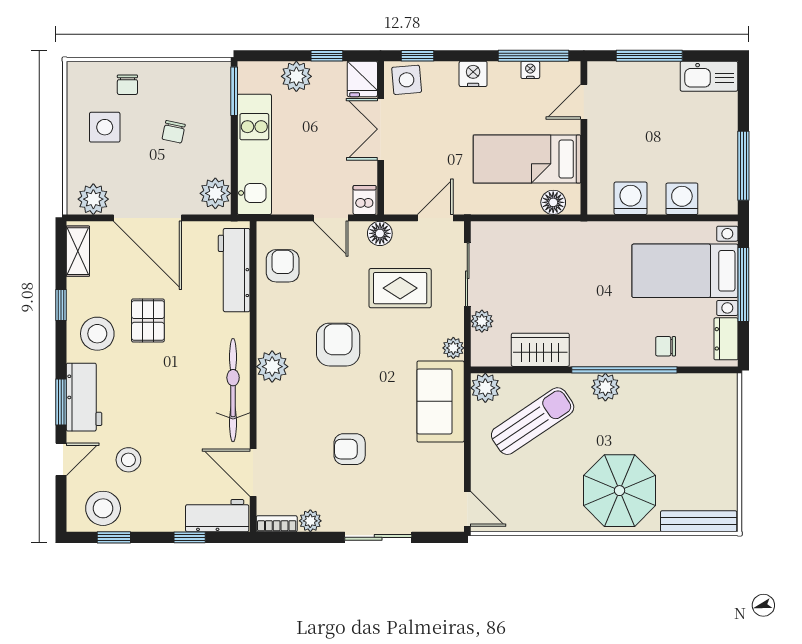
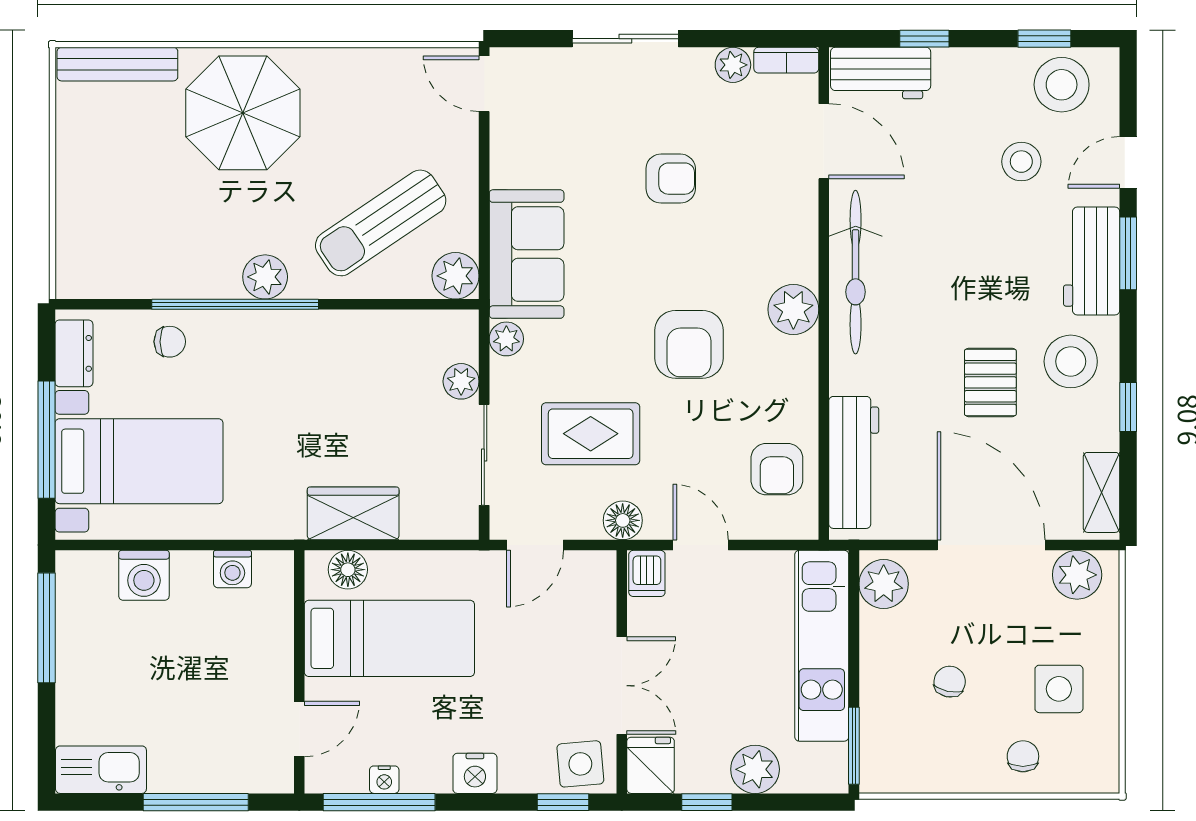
washing machine: (631, 198) -> (232, 569), width x0.73, depth x0.73
wardrobe: (540, 350) -> (353, 513), moved, turned 180

